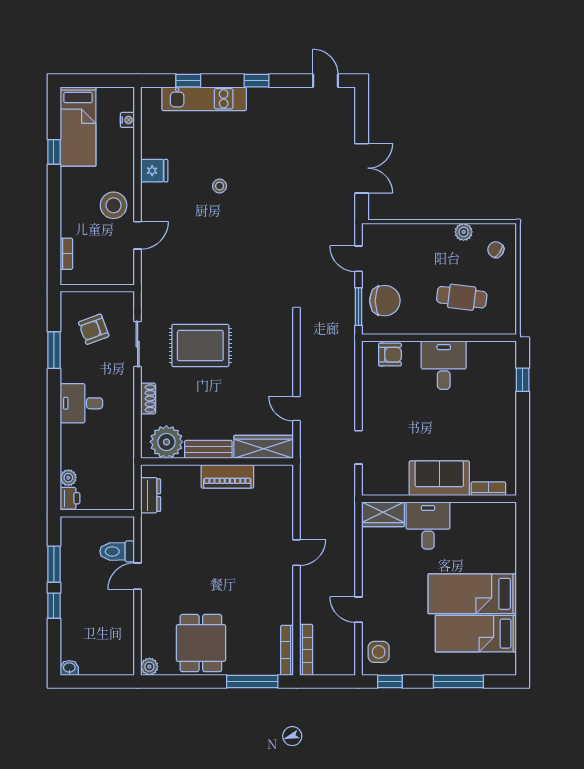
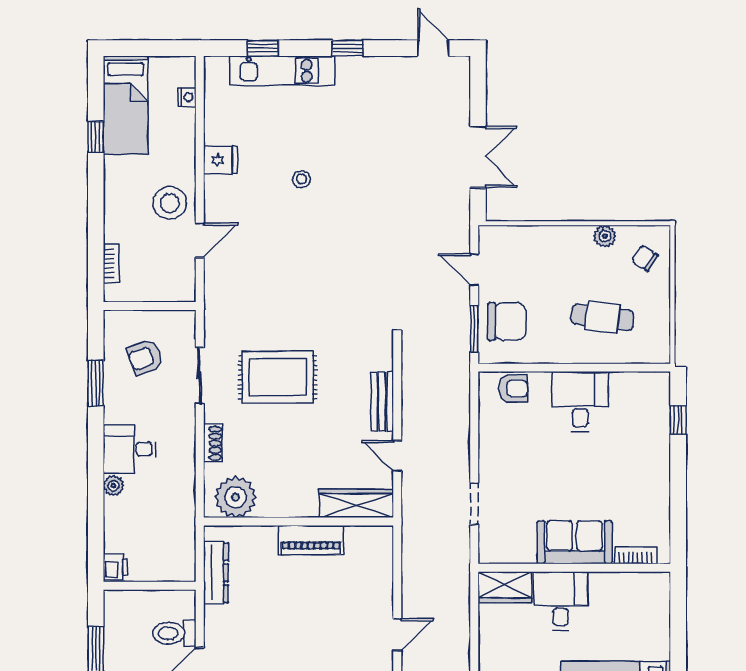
bench: (208, 449) -> (382, 402), moved, turned 90
plant: (68, 478) -> (114, 486), moved
dresser: (151, 495) -> (216, 573), width x1.44

